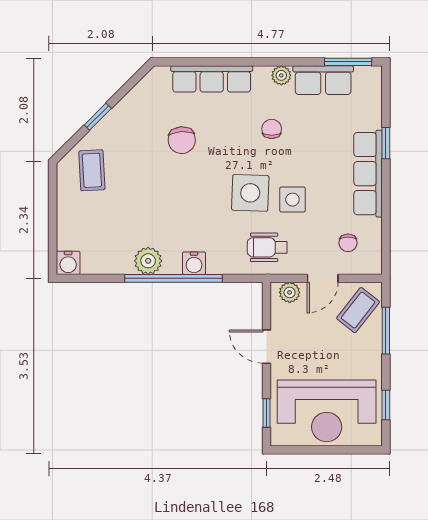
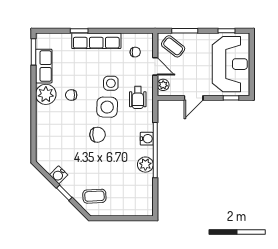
plant: (281, 75) -> (46, 94), width x1.88, depth x1.88
row of seats: (212, 79) -> (43, 129), removed
chair: (182, 140) -> (97, 135), moved
water cooler: (68, 263) -> (59, 175), moved, turned 135

